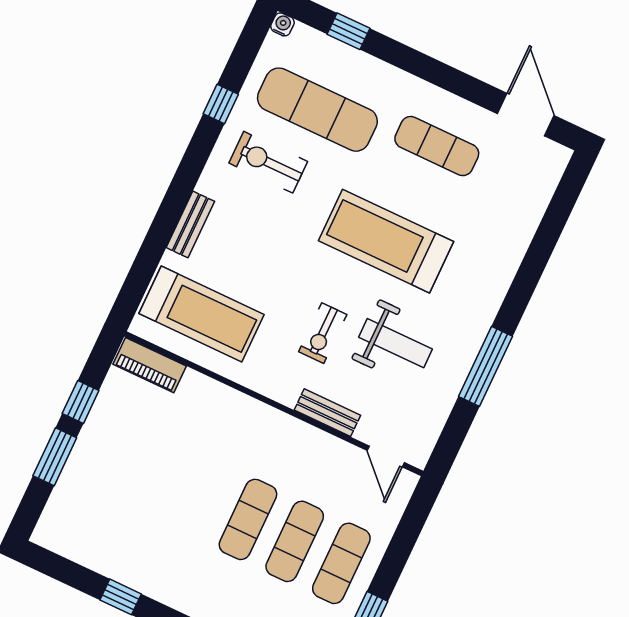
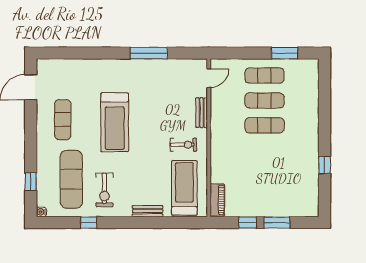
exercise bike: (323, 333) -> (183, 145), moved
weight bench: (395, 343) -> (157, 97), removed

